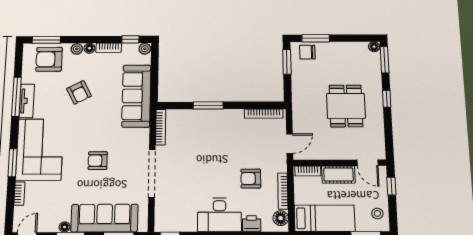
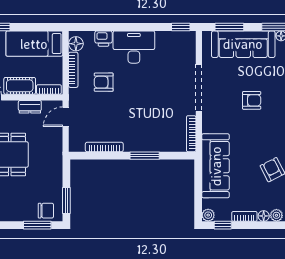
bookcase: (264, 114) -> (104, 147), moved
dresser: (327, 153) -> (30, 107), added
armchair: (251, 179) -> (104, 82), turned 180

